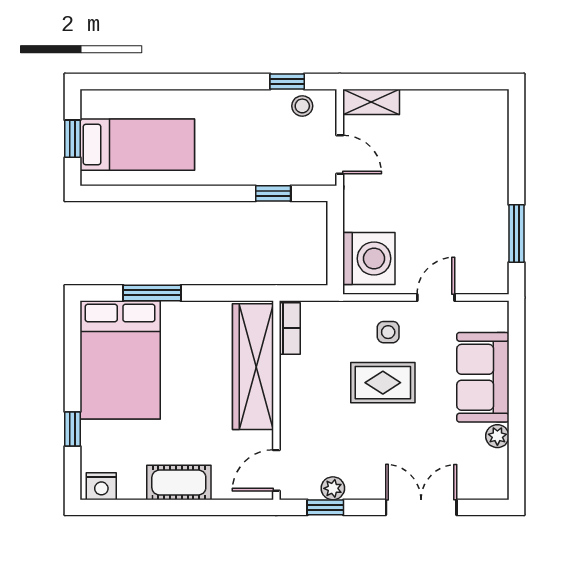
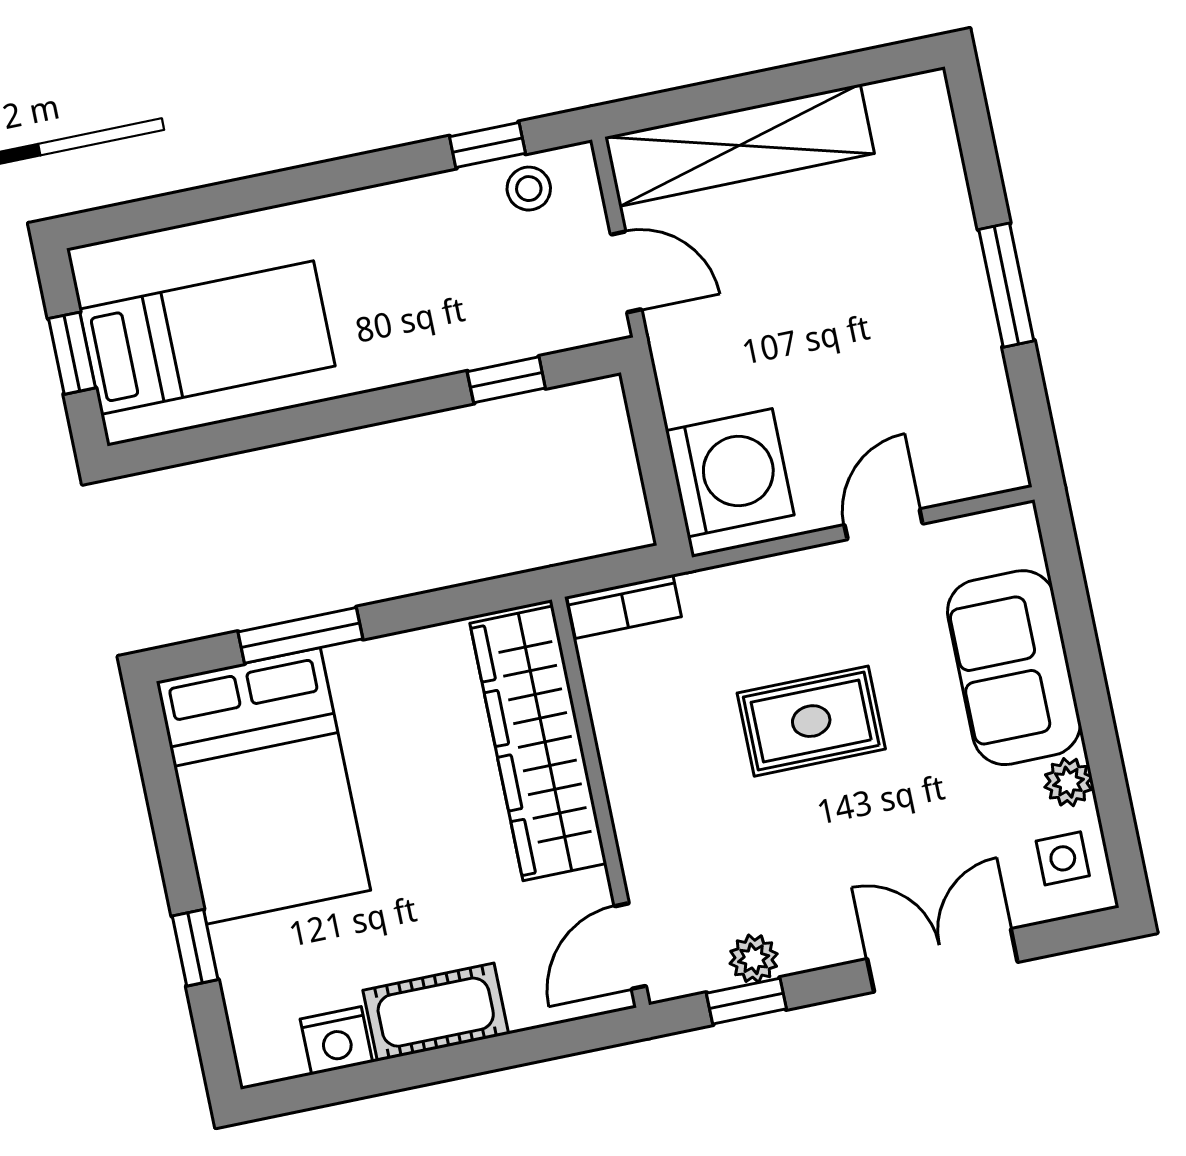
shelving: (371, 102) -> (740, 145), width x2.20, depth x1.33
window: (516, 233) -> (1006, 285), moved
bookcase: (290, 328) -> (624, 607), moved, turned 90
side table: (388, 332) -> (1063, 858), moved
nightstand: (101, 486) -> (336, 1041), moved

